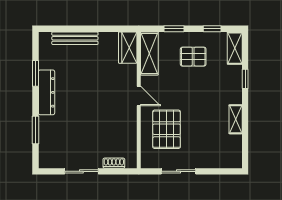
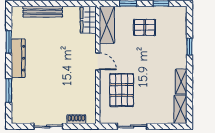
shelving: (235, 48) -> (180, 109), moved

